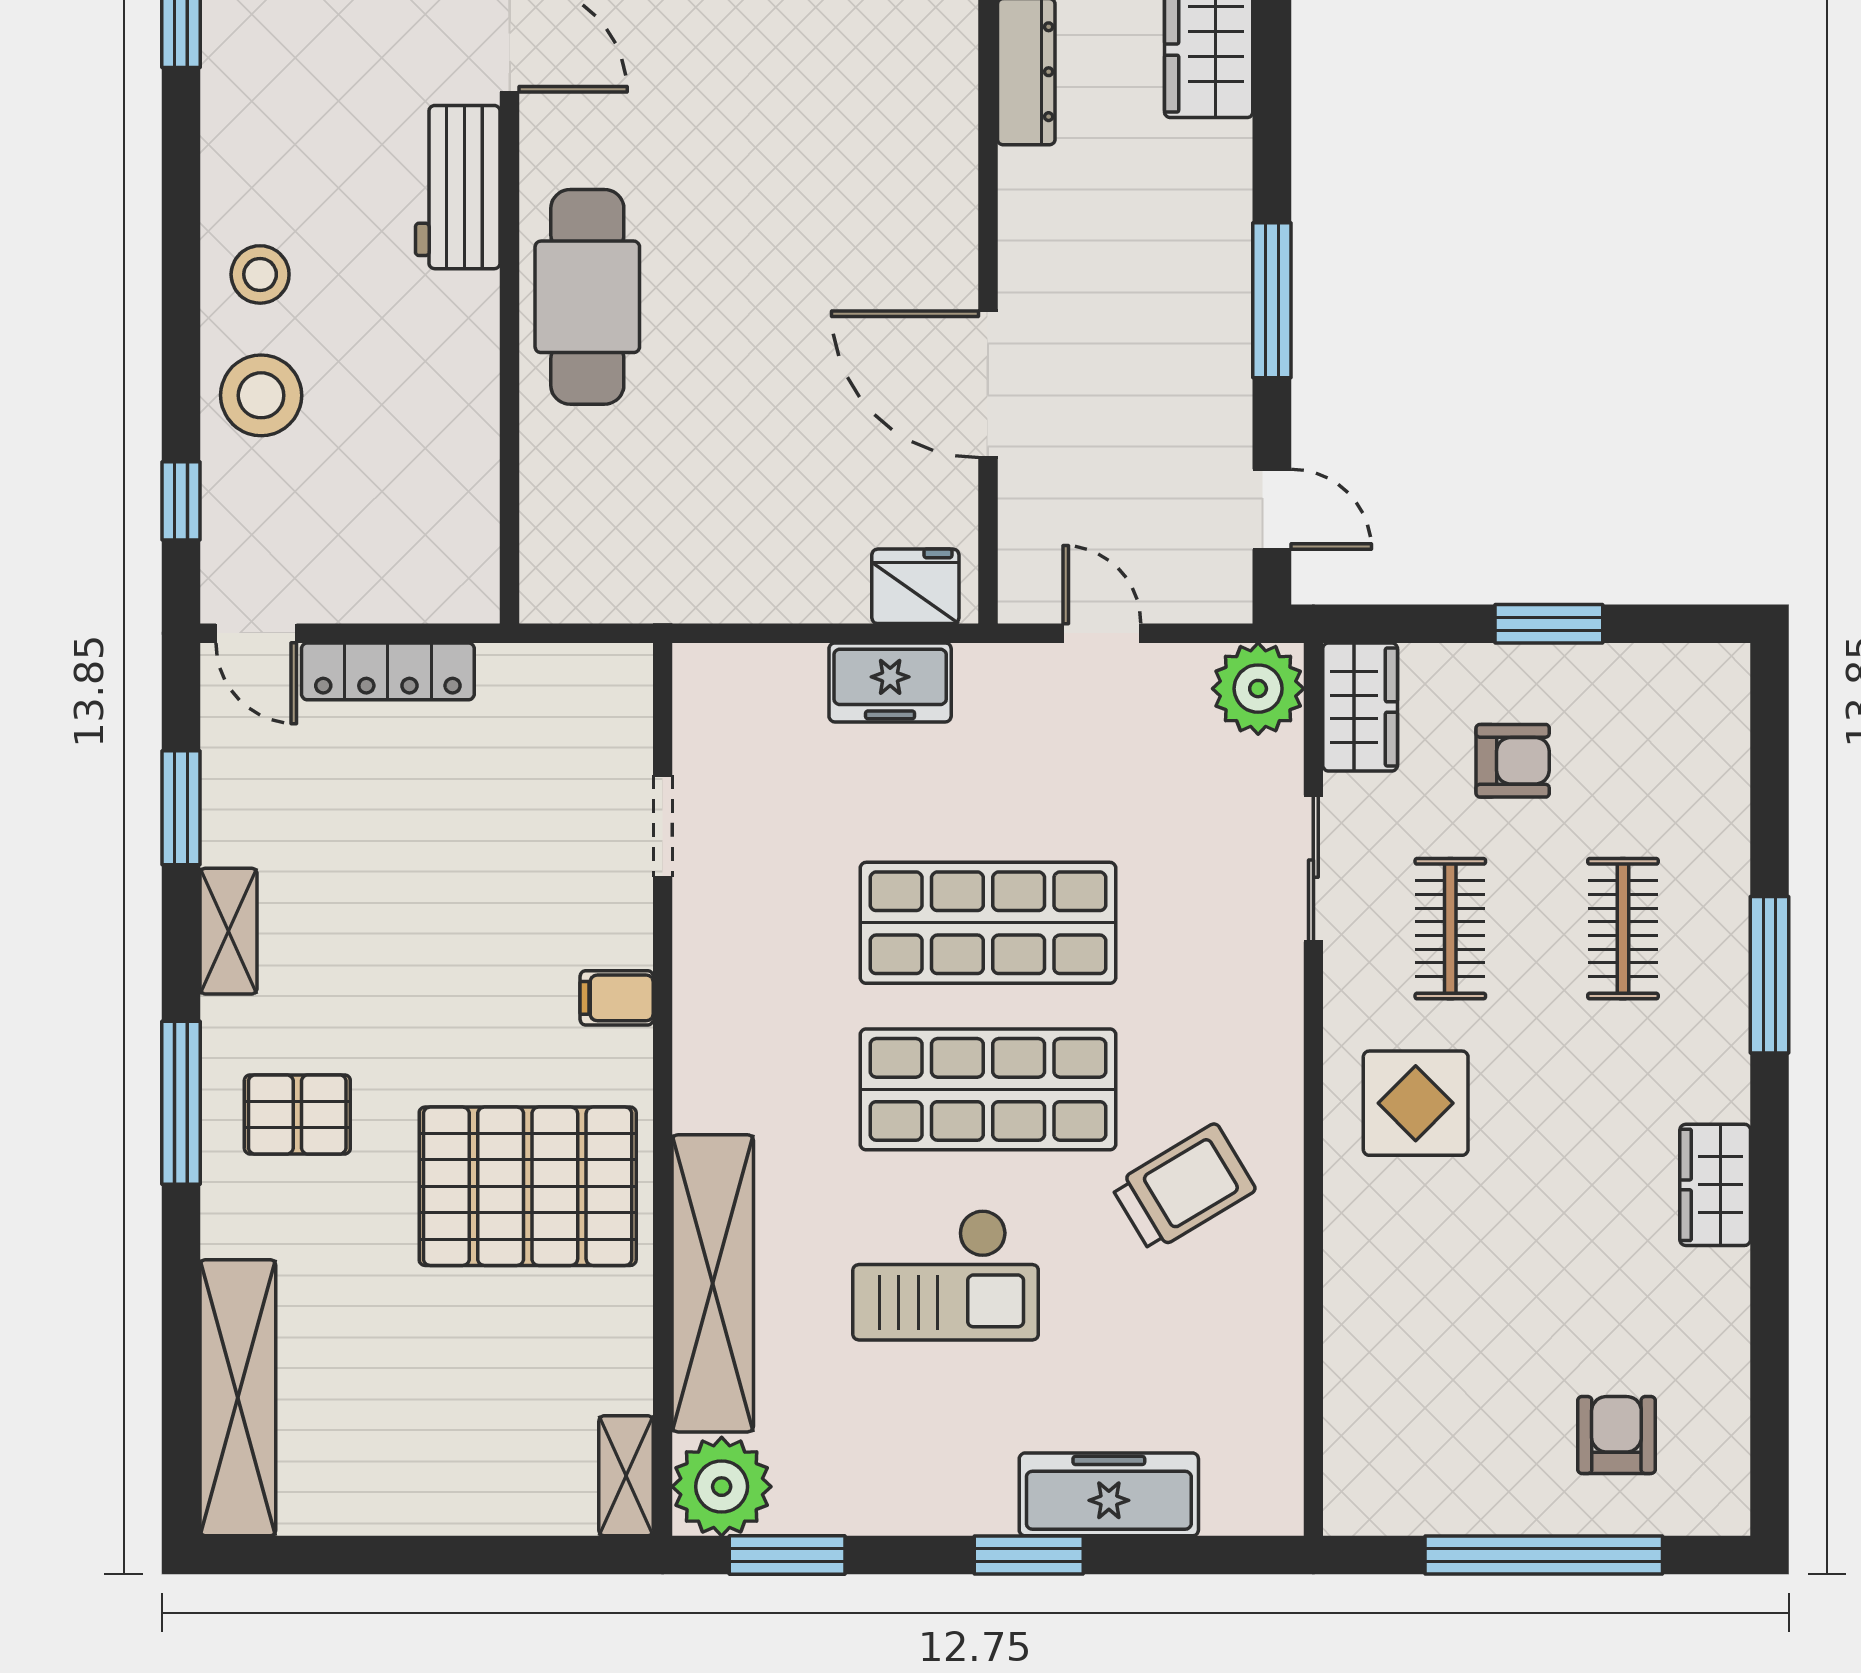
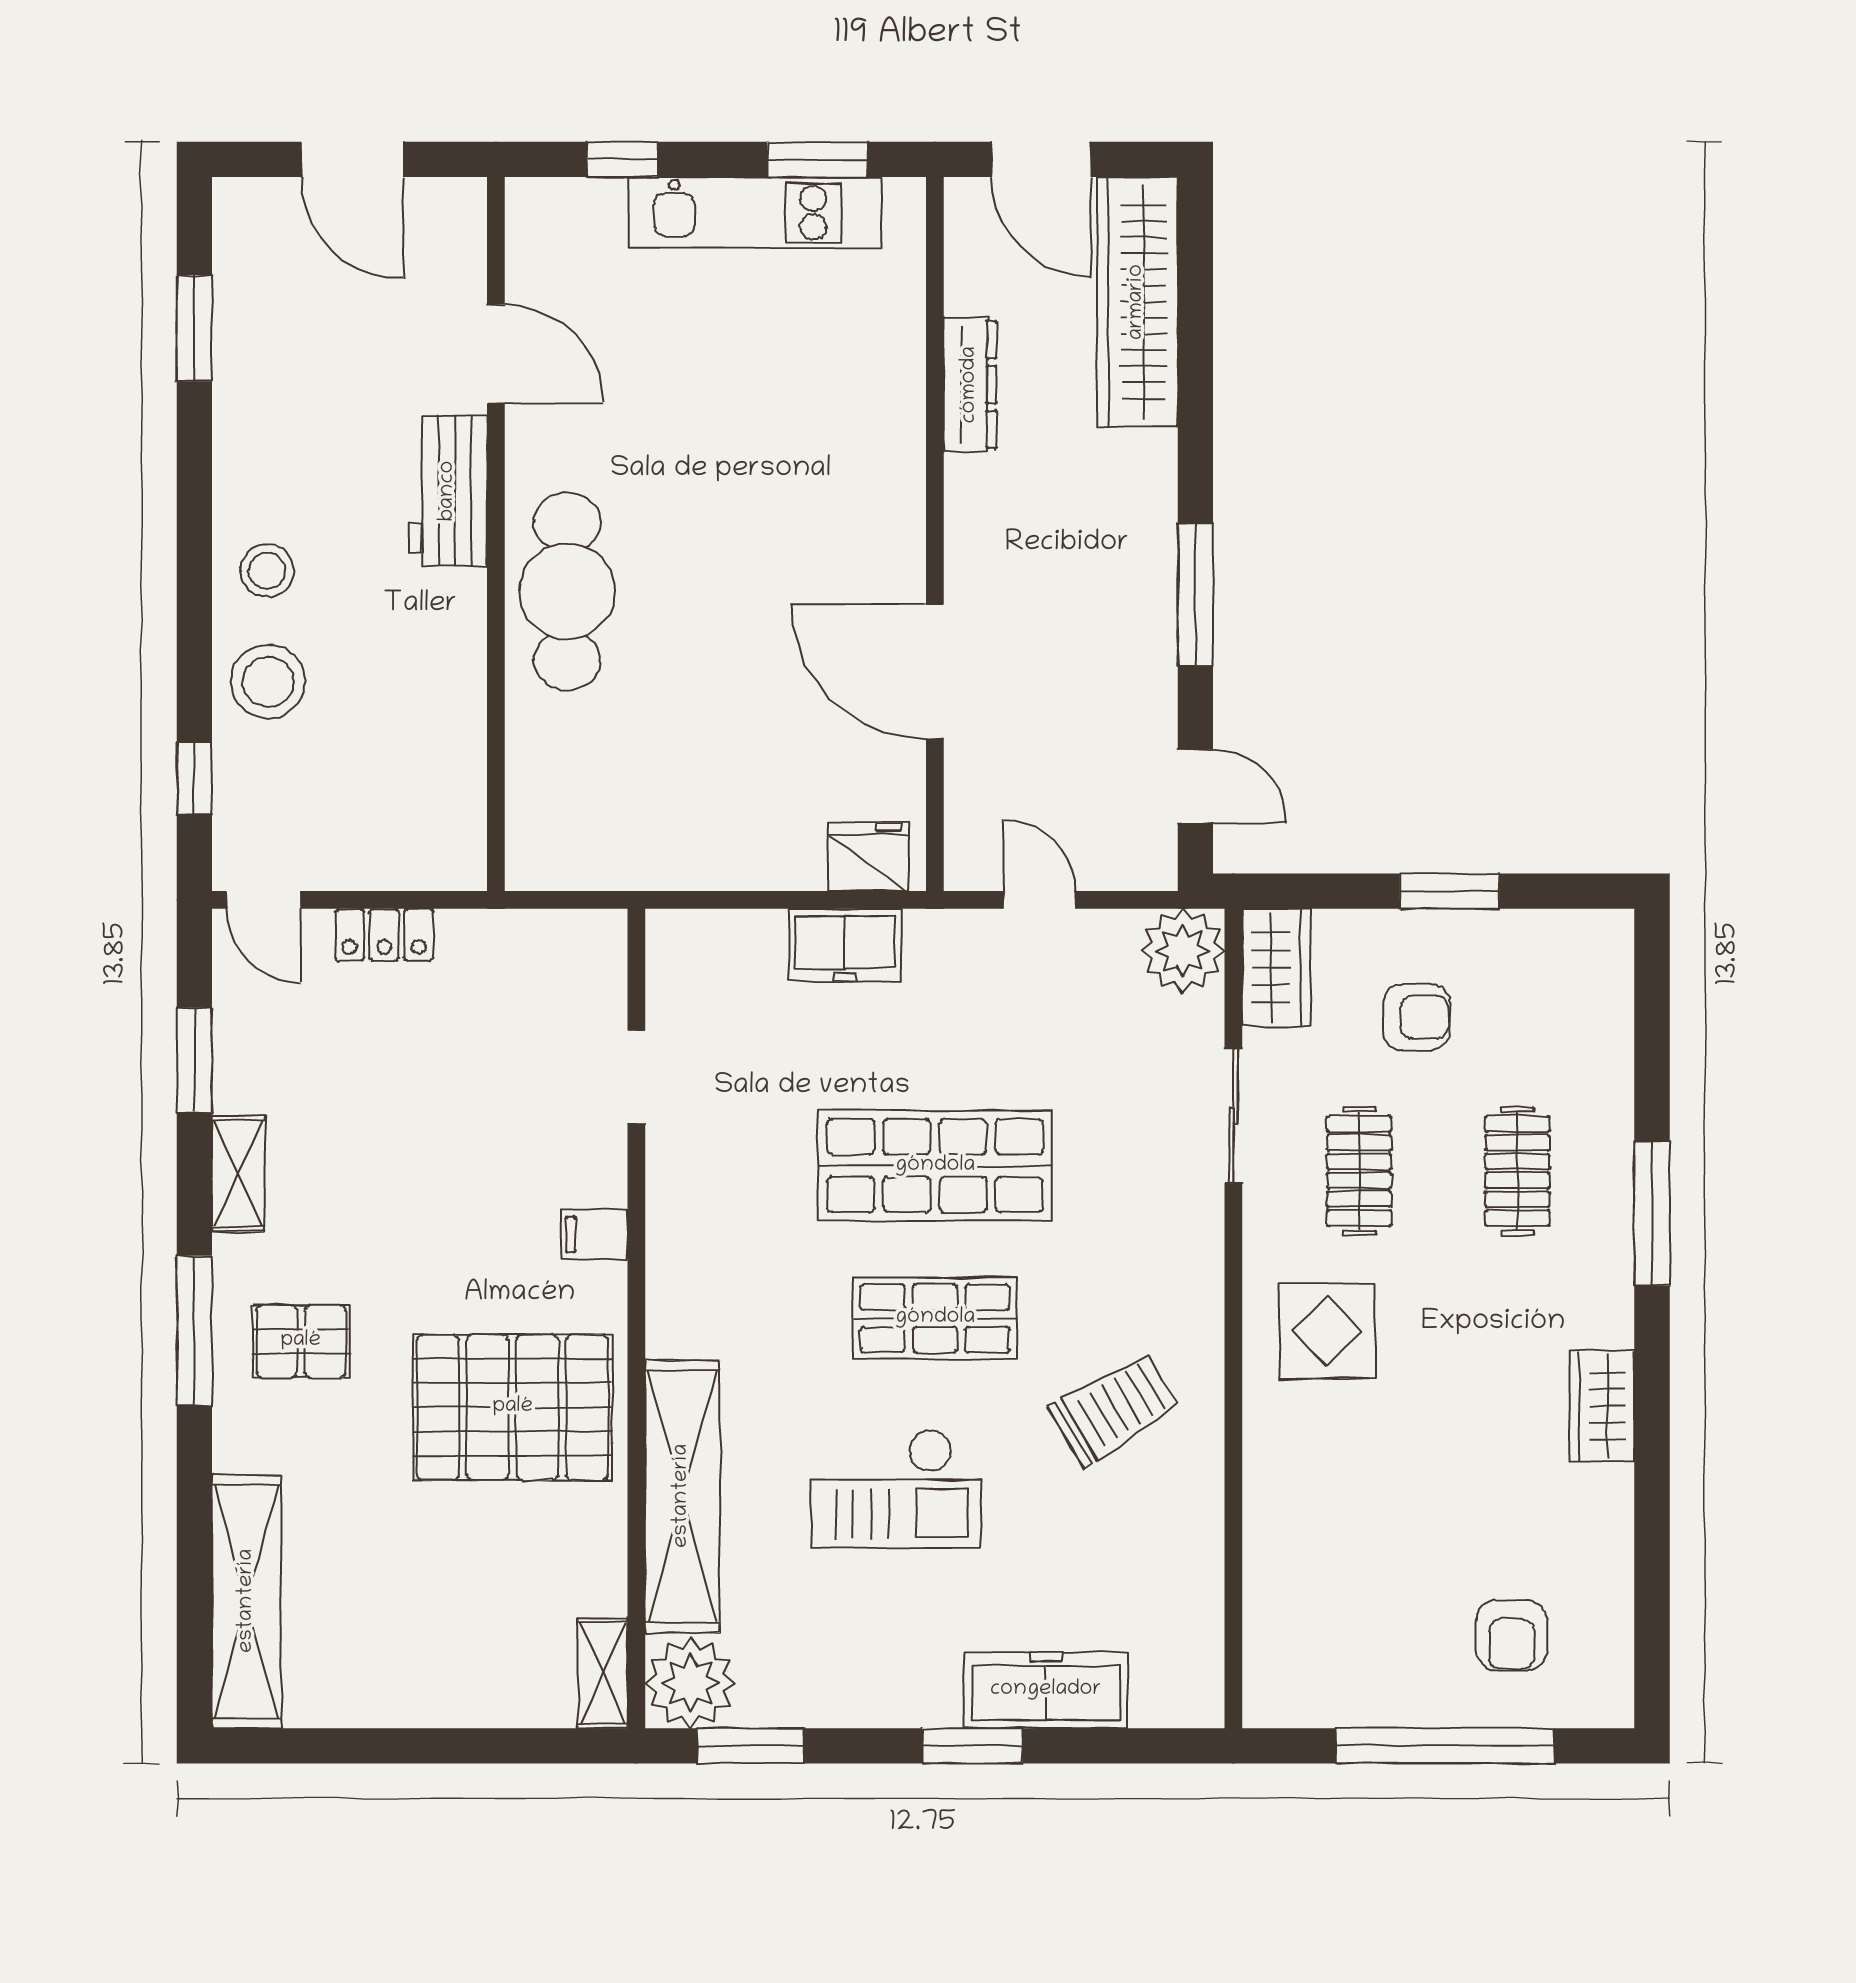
locker: (388, 671) -> (384, 935), width x0.66
shop shelf: (988, 1089) -> (935, 1318), width x0.70, depth x0.74
armchair: (1616, 1435) -> (1512, 1636), turned 180

